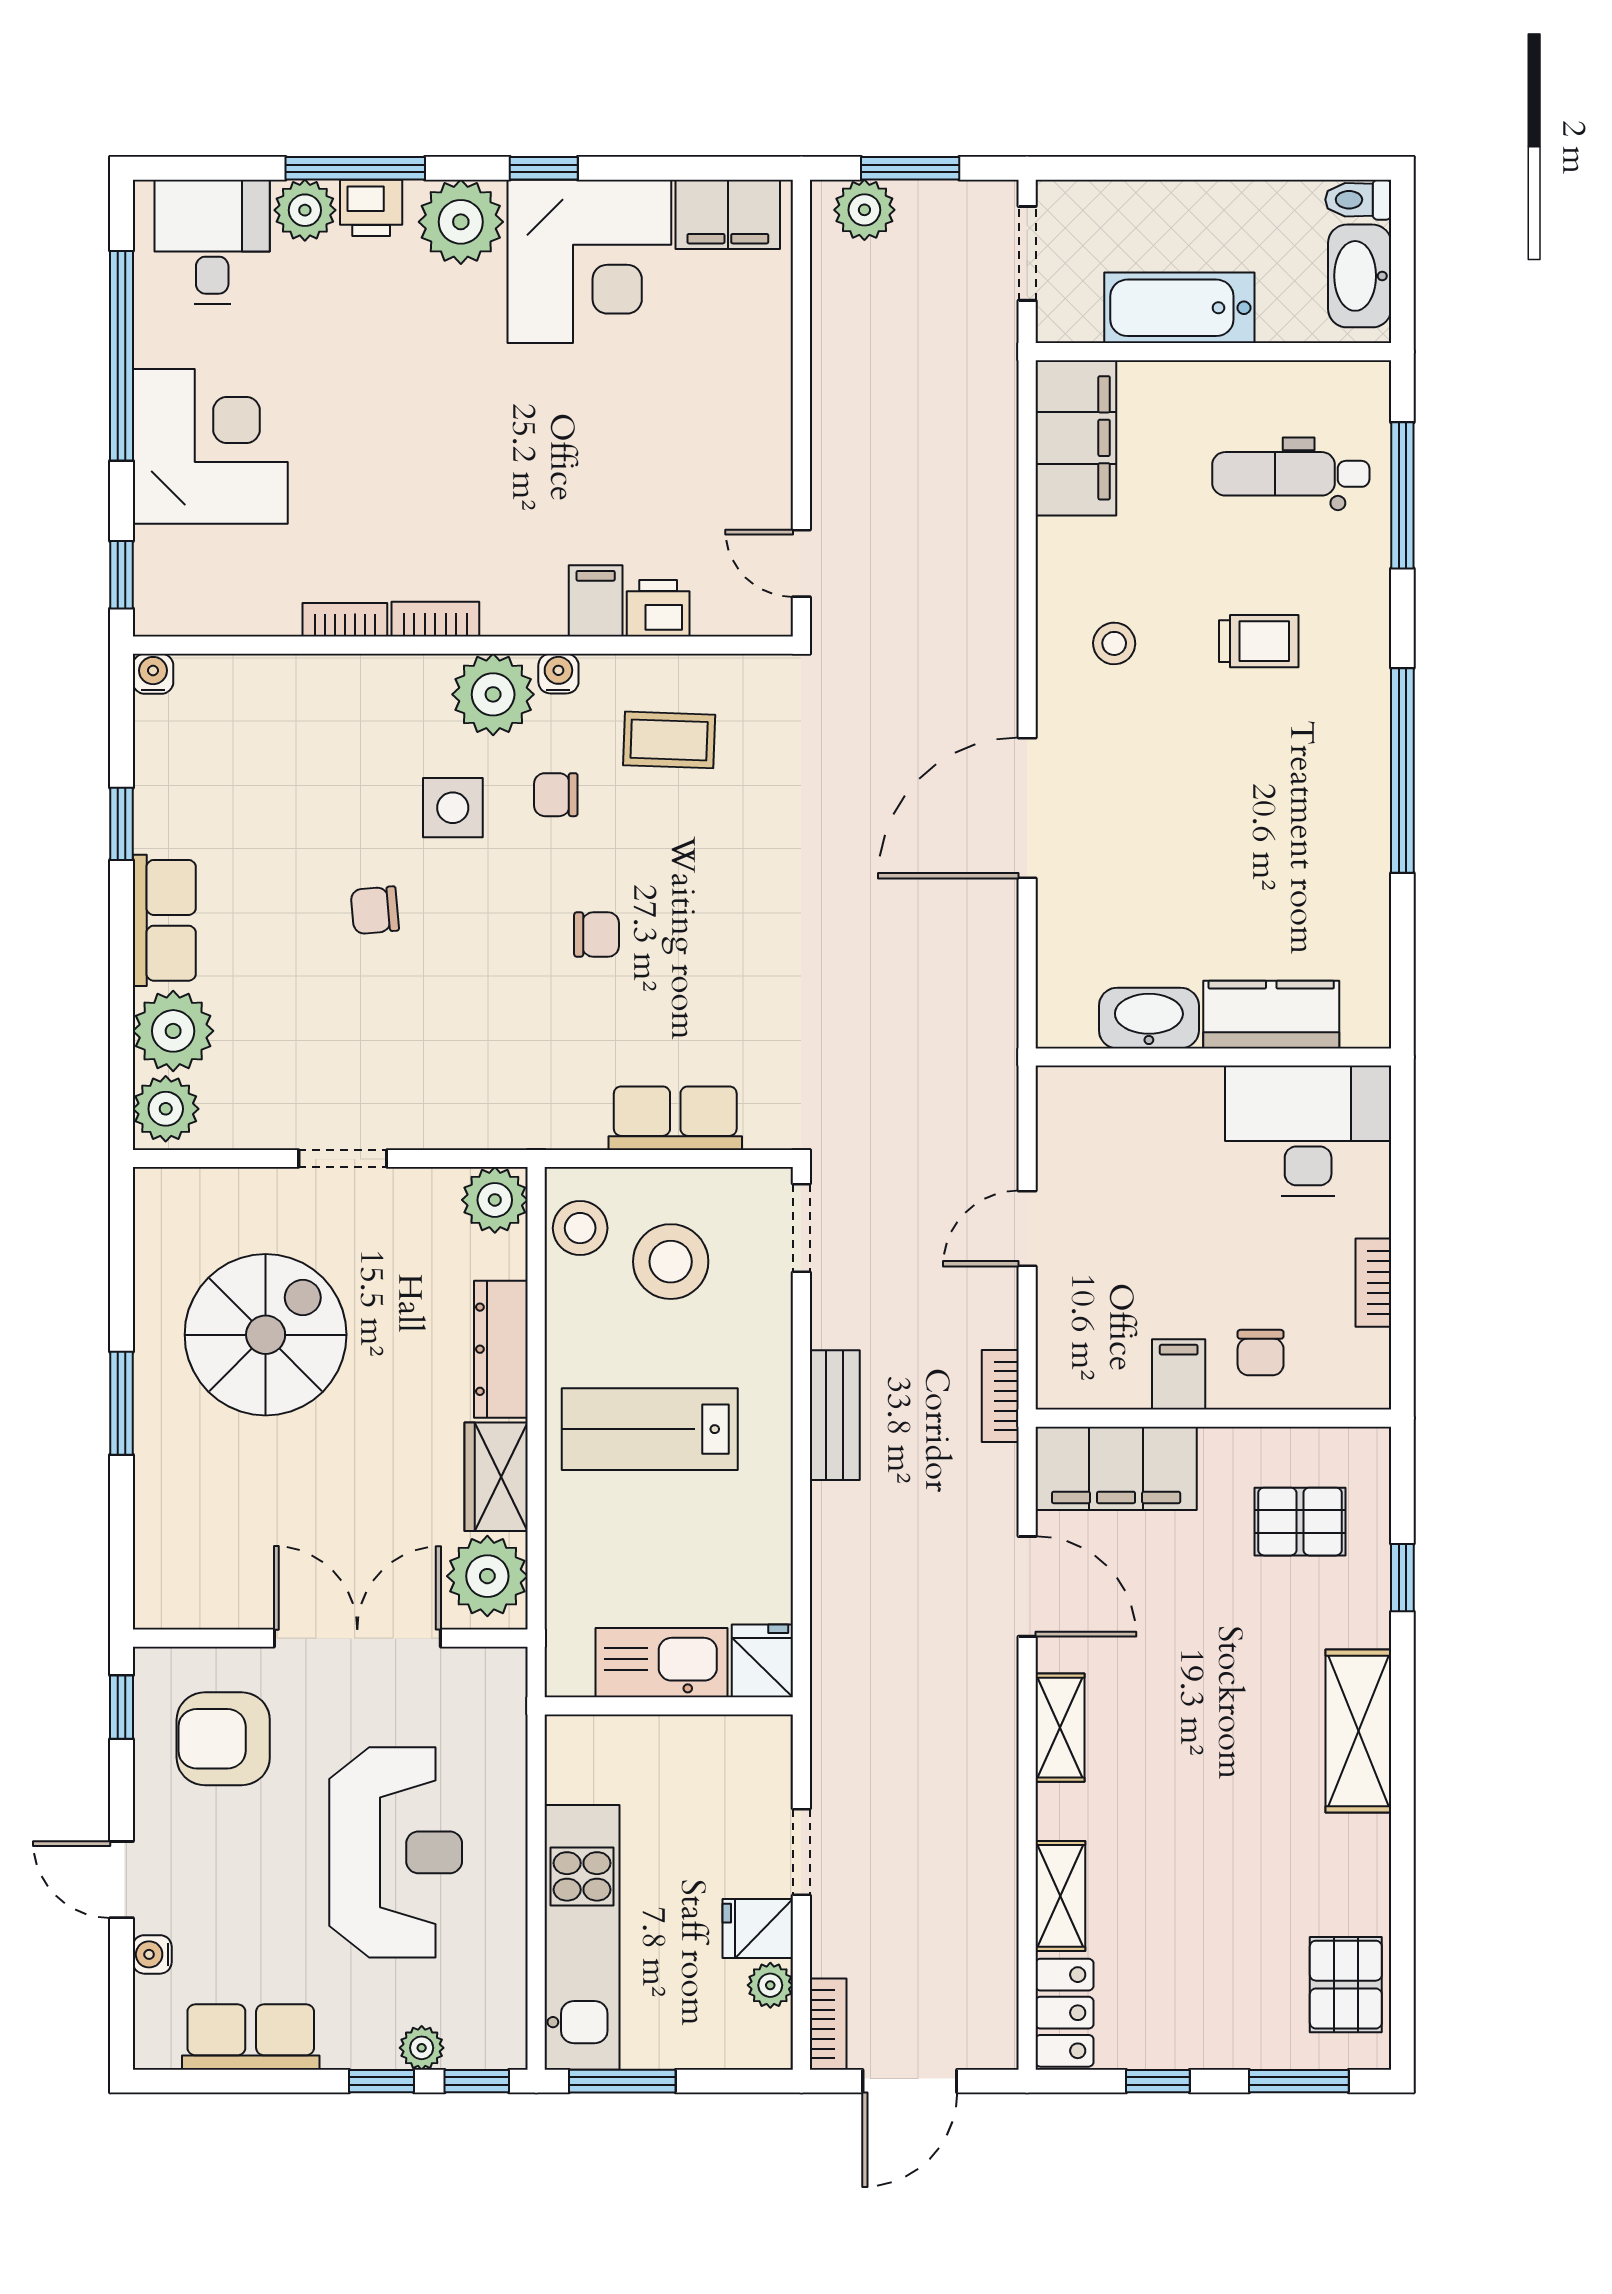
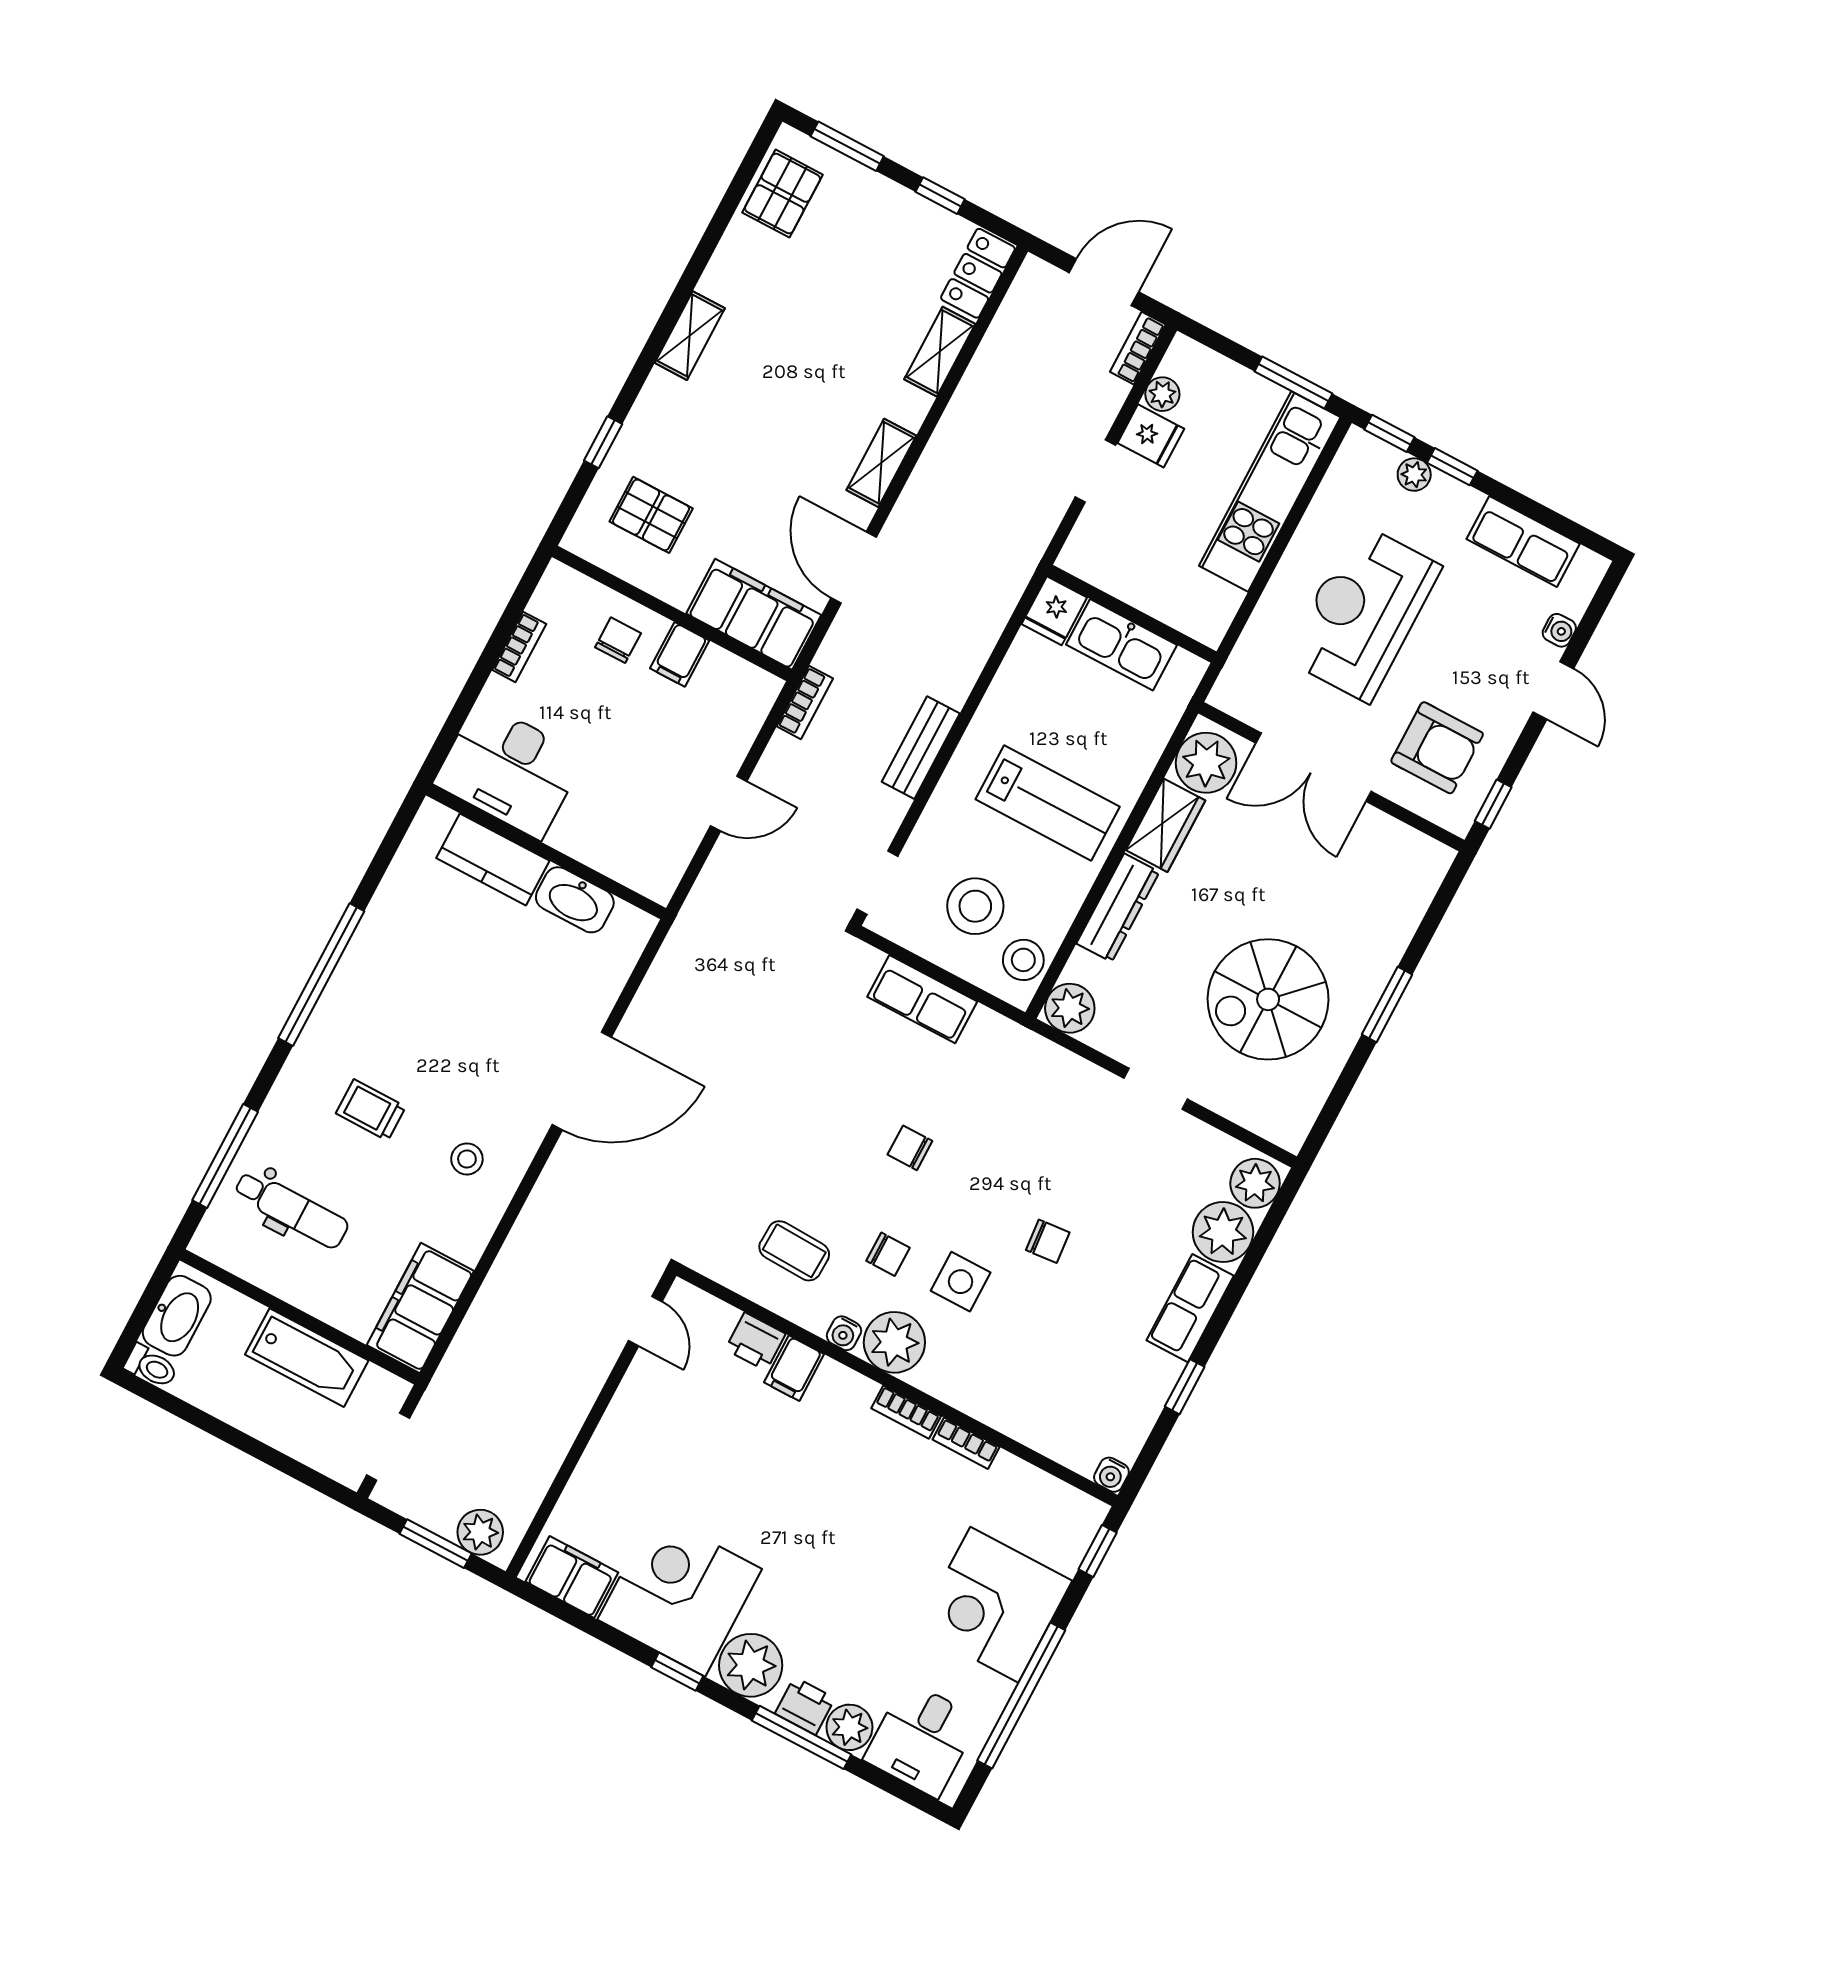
shelving: (1358, 1731) -> (690, 336), width x0.67, depth x0.75

